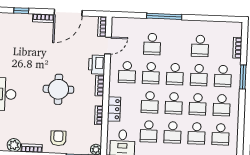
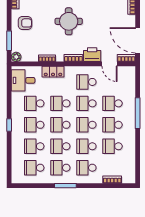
door: (68, 13) -> (138, 40), moved
school desk: (176, 45) -> (112, 125), added
window: (243, 77) -> (65, 186), moved

